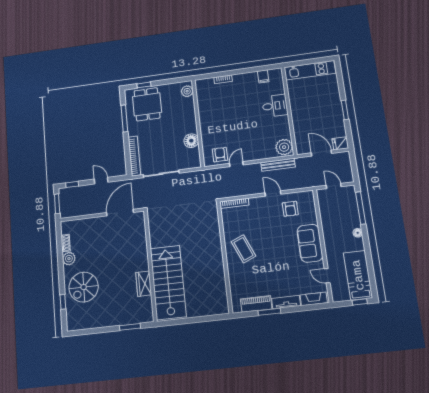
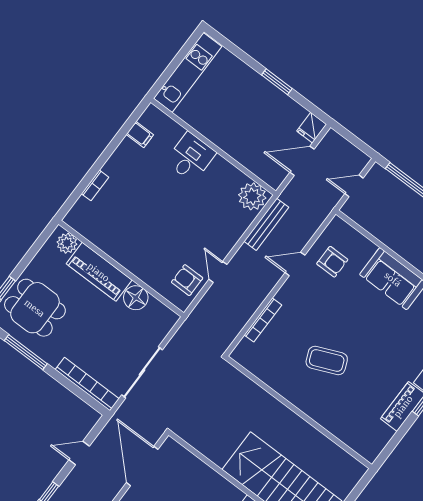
piano: (188, 115) -> (99, 272), added
wall: (224, 257) -> (299, 412), moved

